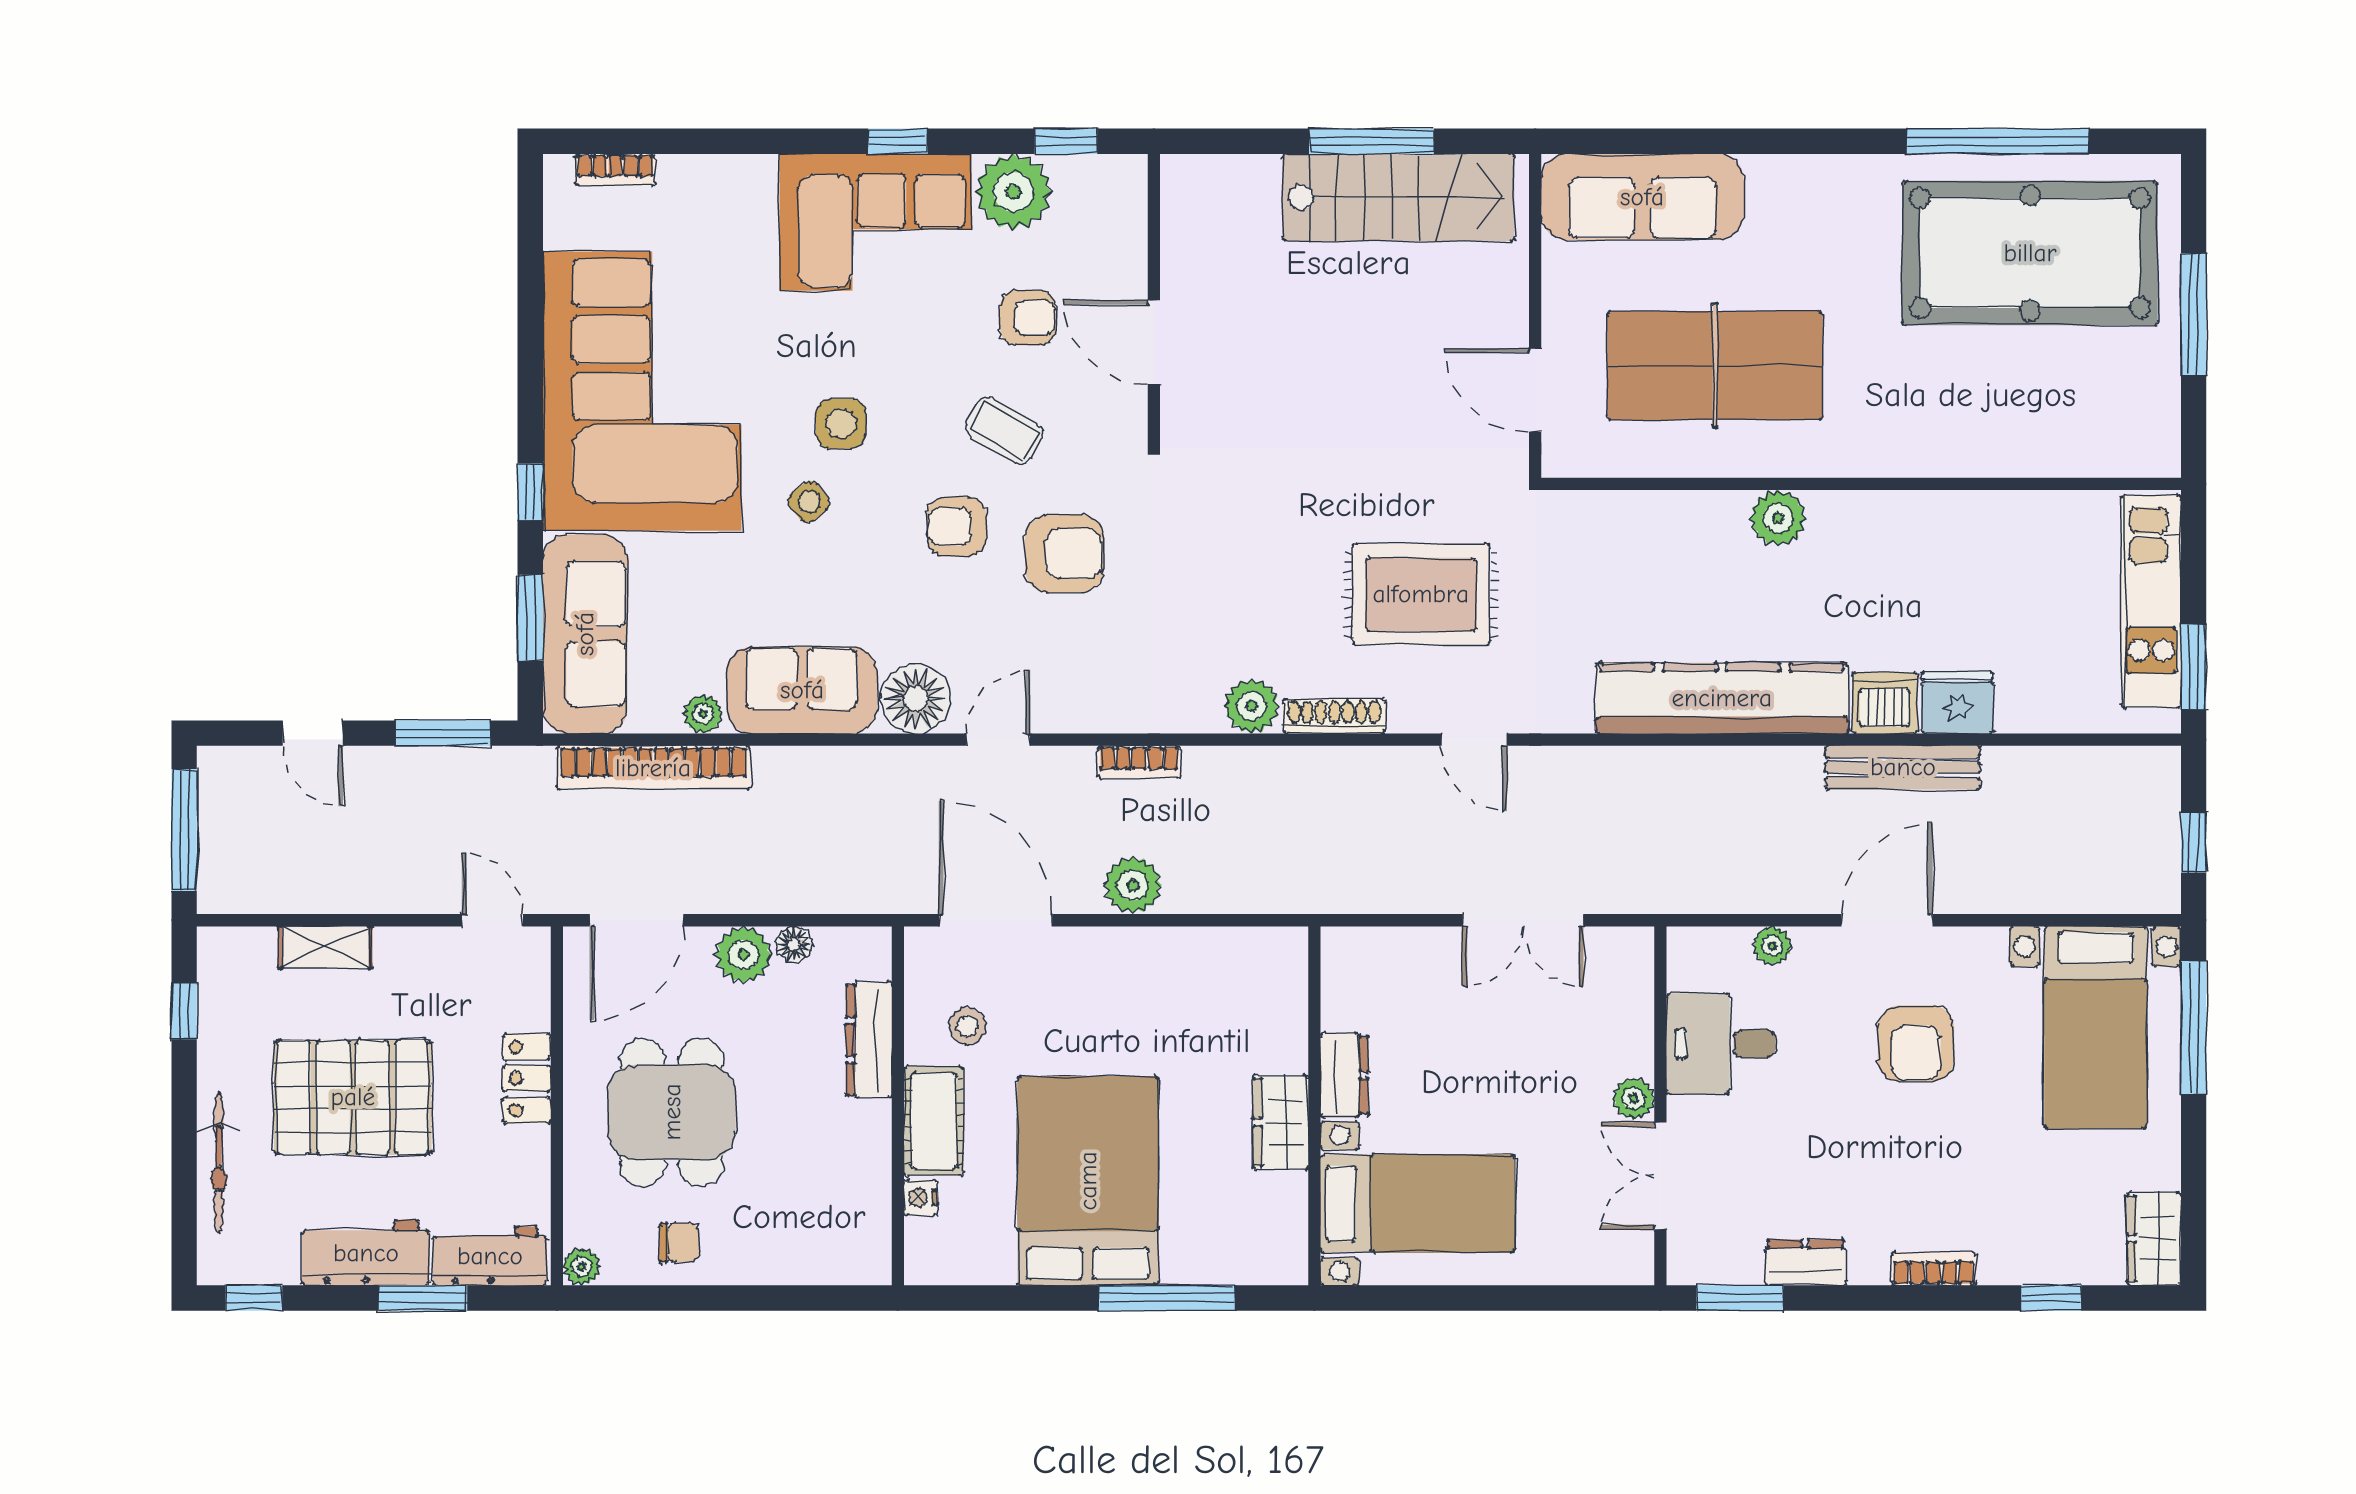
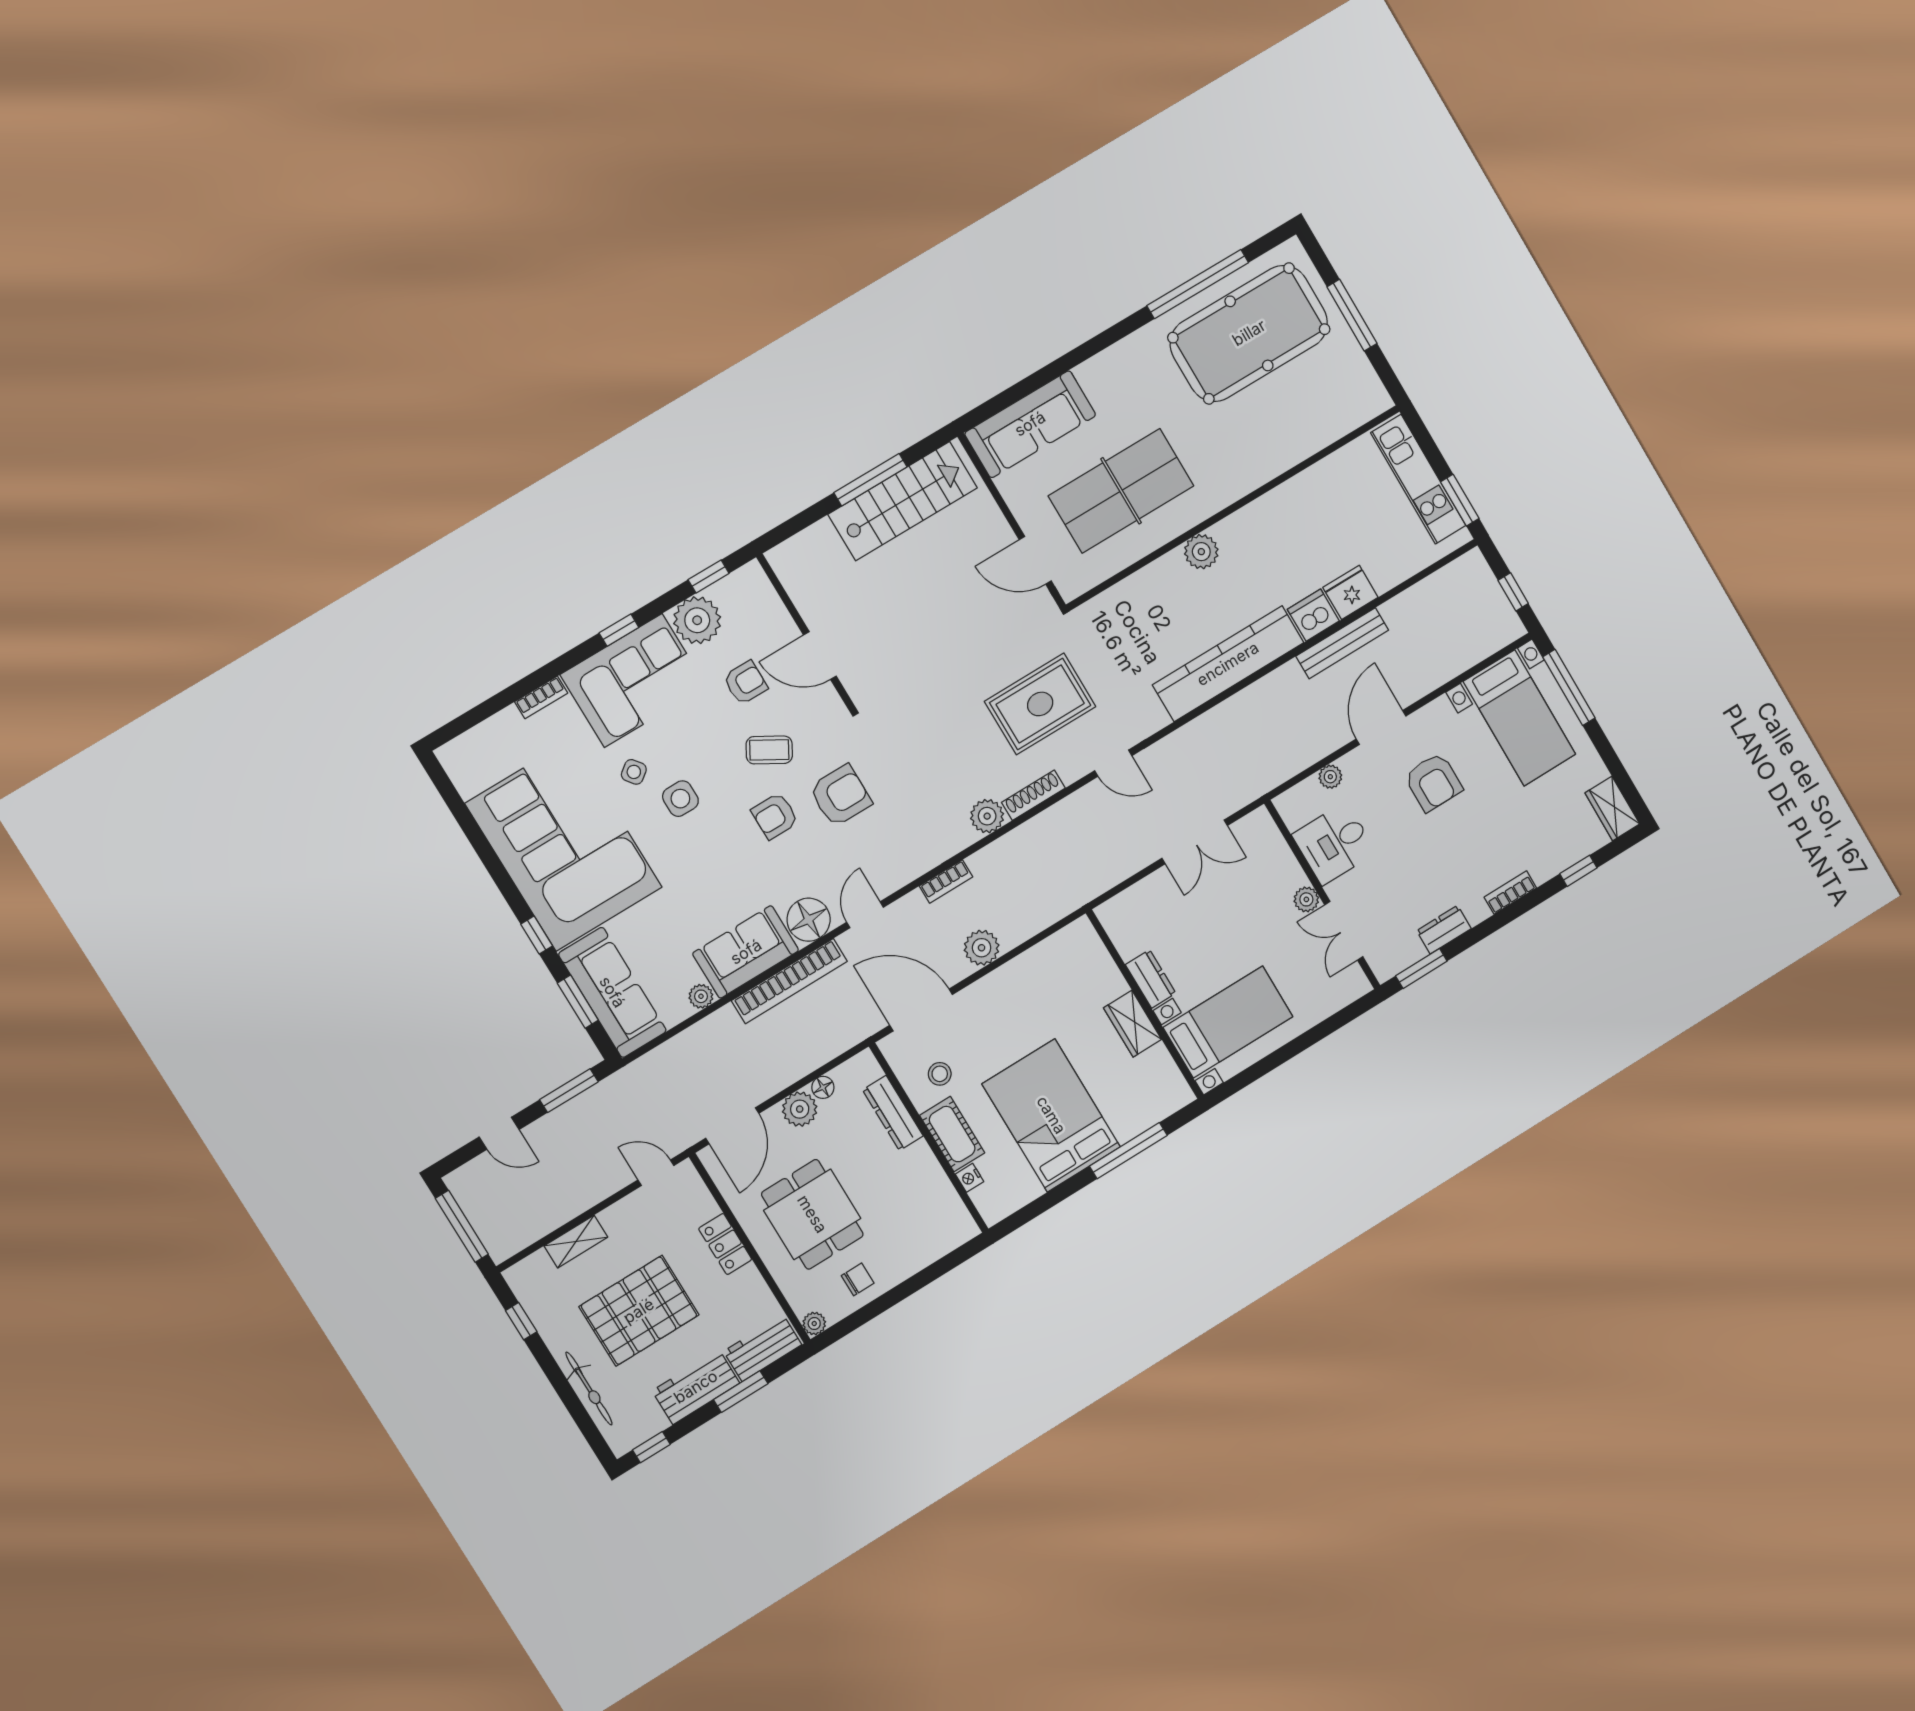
bookcase: (615, 170) -> (541, 697), moved
side table: (809, 502) -> (634, 772), moved
bookcase: (653, 768) -> (789, 981), moved

